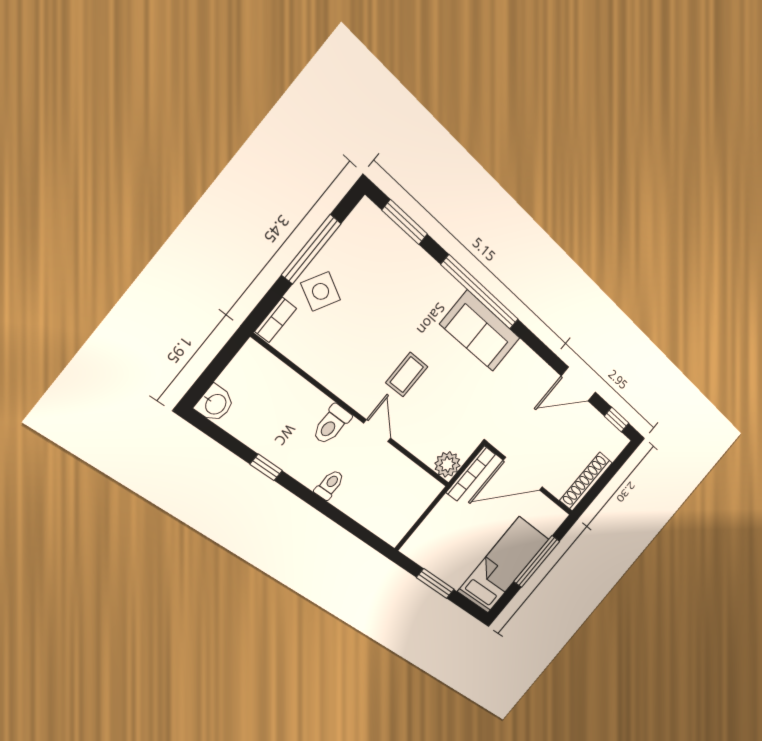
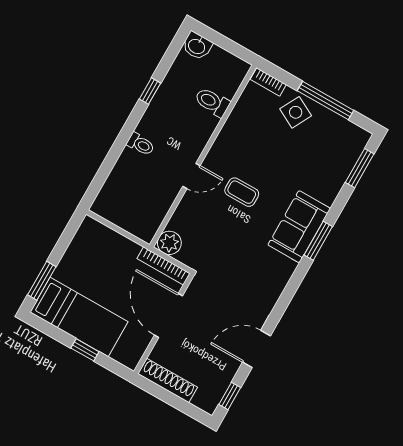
window: (480, 292) -> (318, 241), width x0.47
sofa: (480, 331) -> (299, 227), moved
door: (578, 384) -> (256, 349), hinge flipped
toilet: (332, 424) -> (212, 102), moved
window: (537, 561) -> (85, 350), width x0.46
window: (435, 584) -> (42, 281), moved

